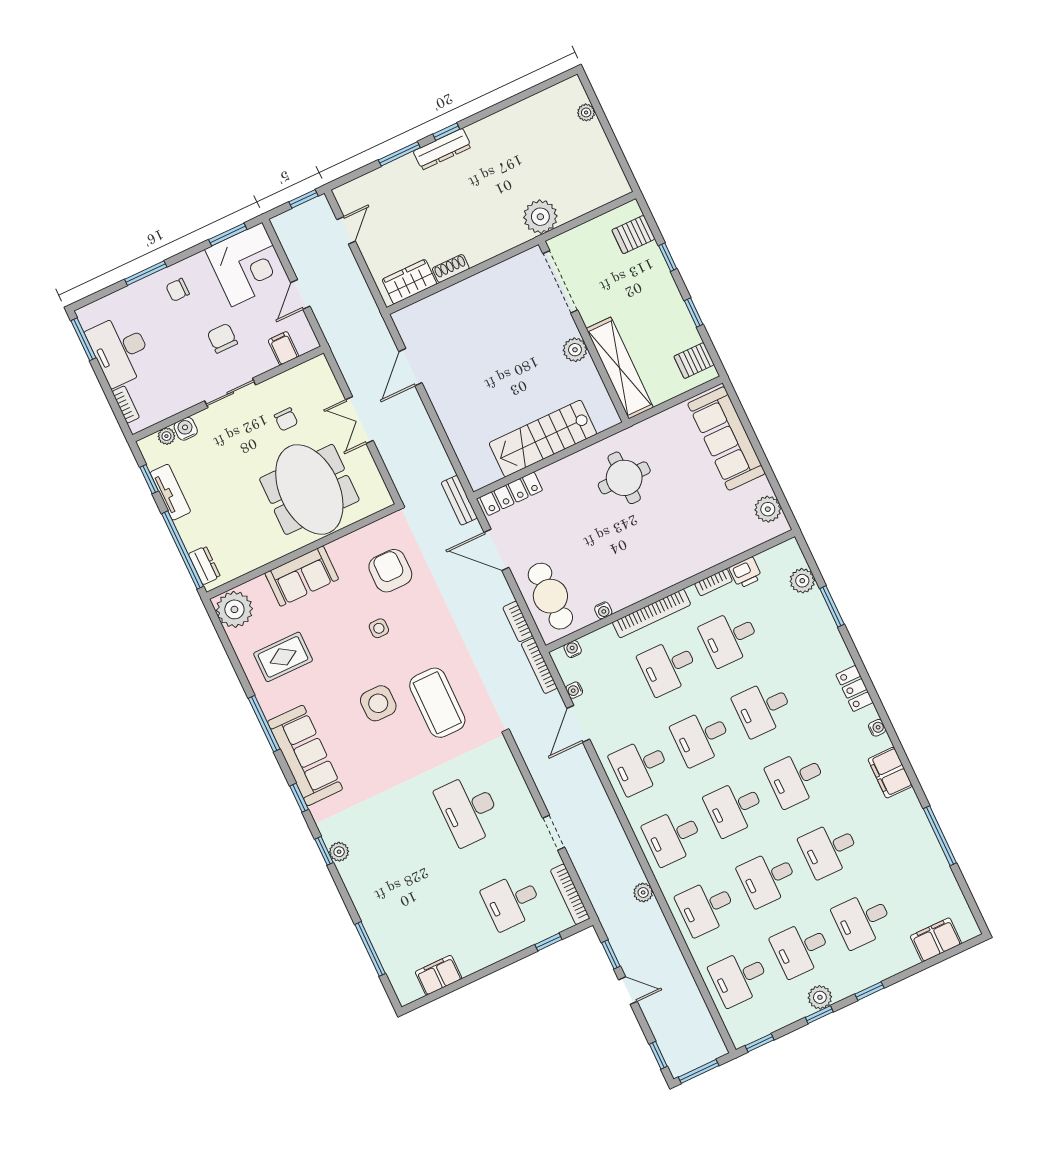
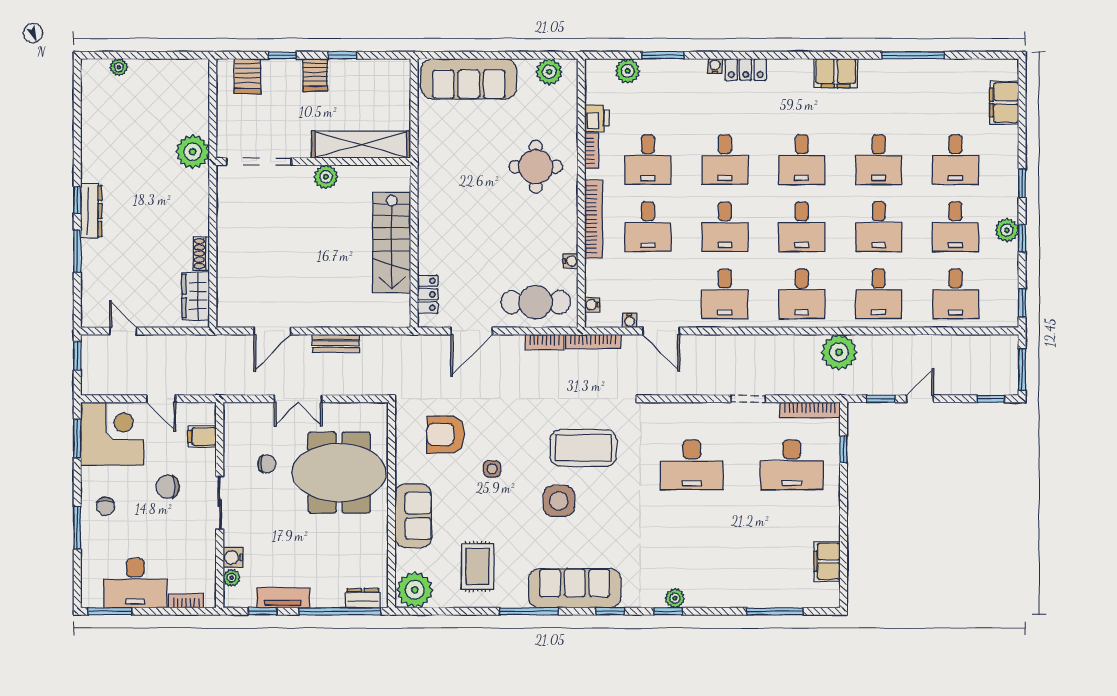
server rack: (694, 360) -> (315, 75), moved
door: (410, 367) -> (272, 331), hinge flipped
round table: (624, 478) -> (536, 167), moved
locker: (511, 494) -> (428, 294), width x0.66
bench: (459, 500) -> (336, 343), moved
water cooler: (877, 728) -> (715, 66), moved
plant: (643, 892) -> (839, 352), width x1.87, depth x1.87
desk: (512, 901) -> (792, 465), width x1.37

